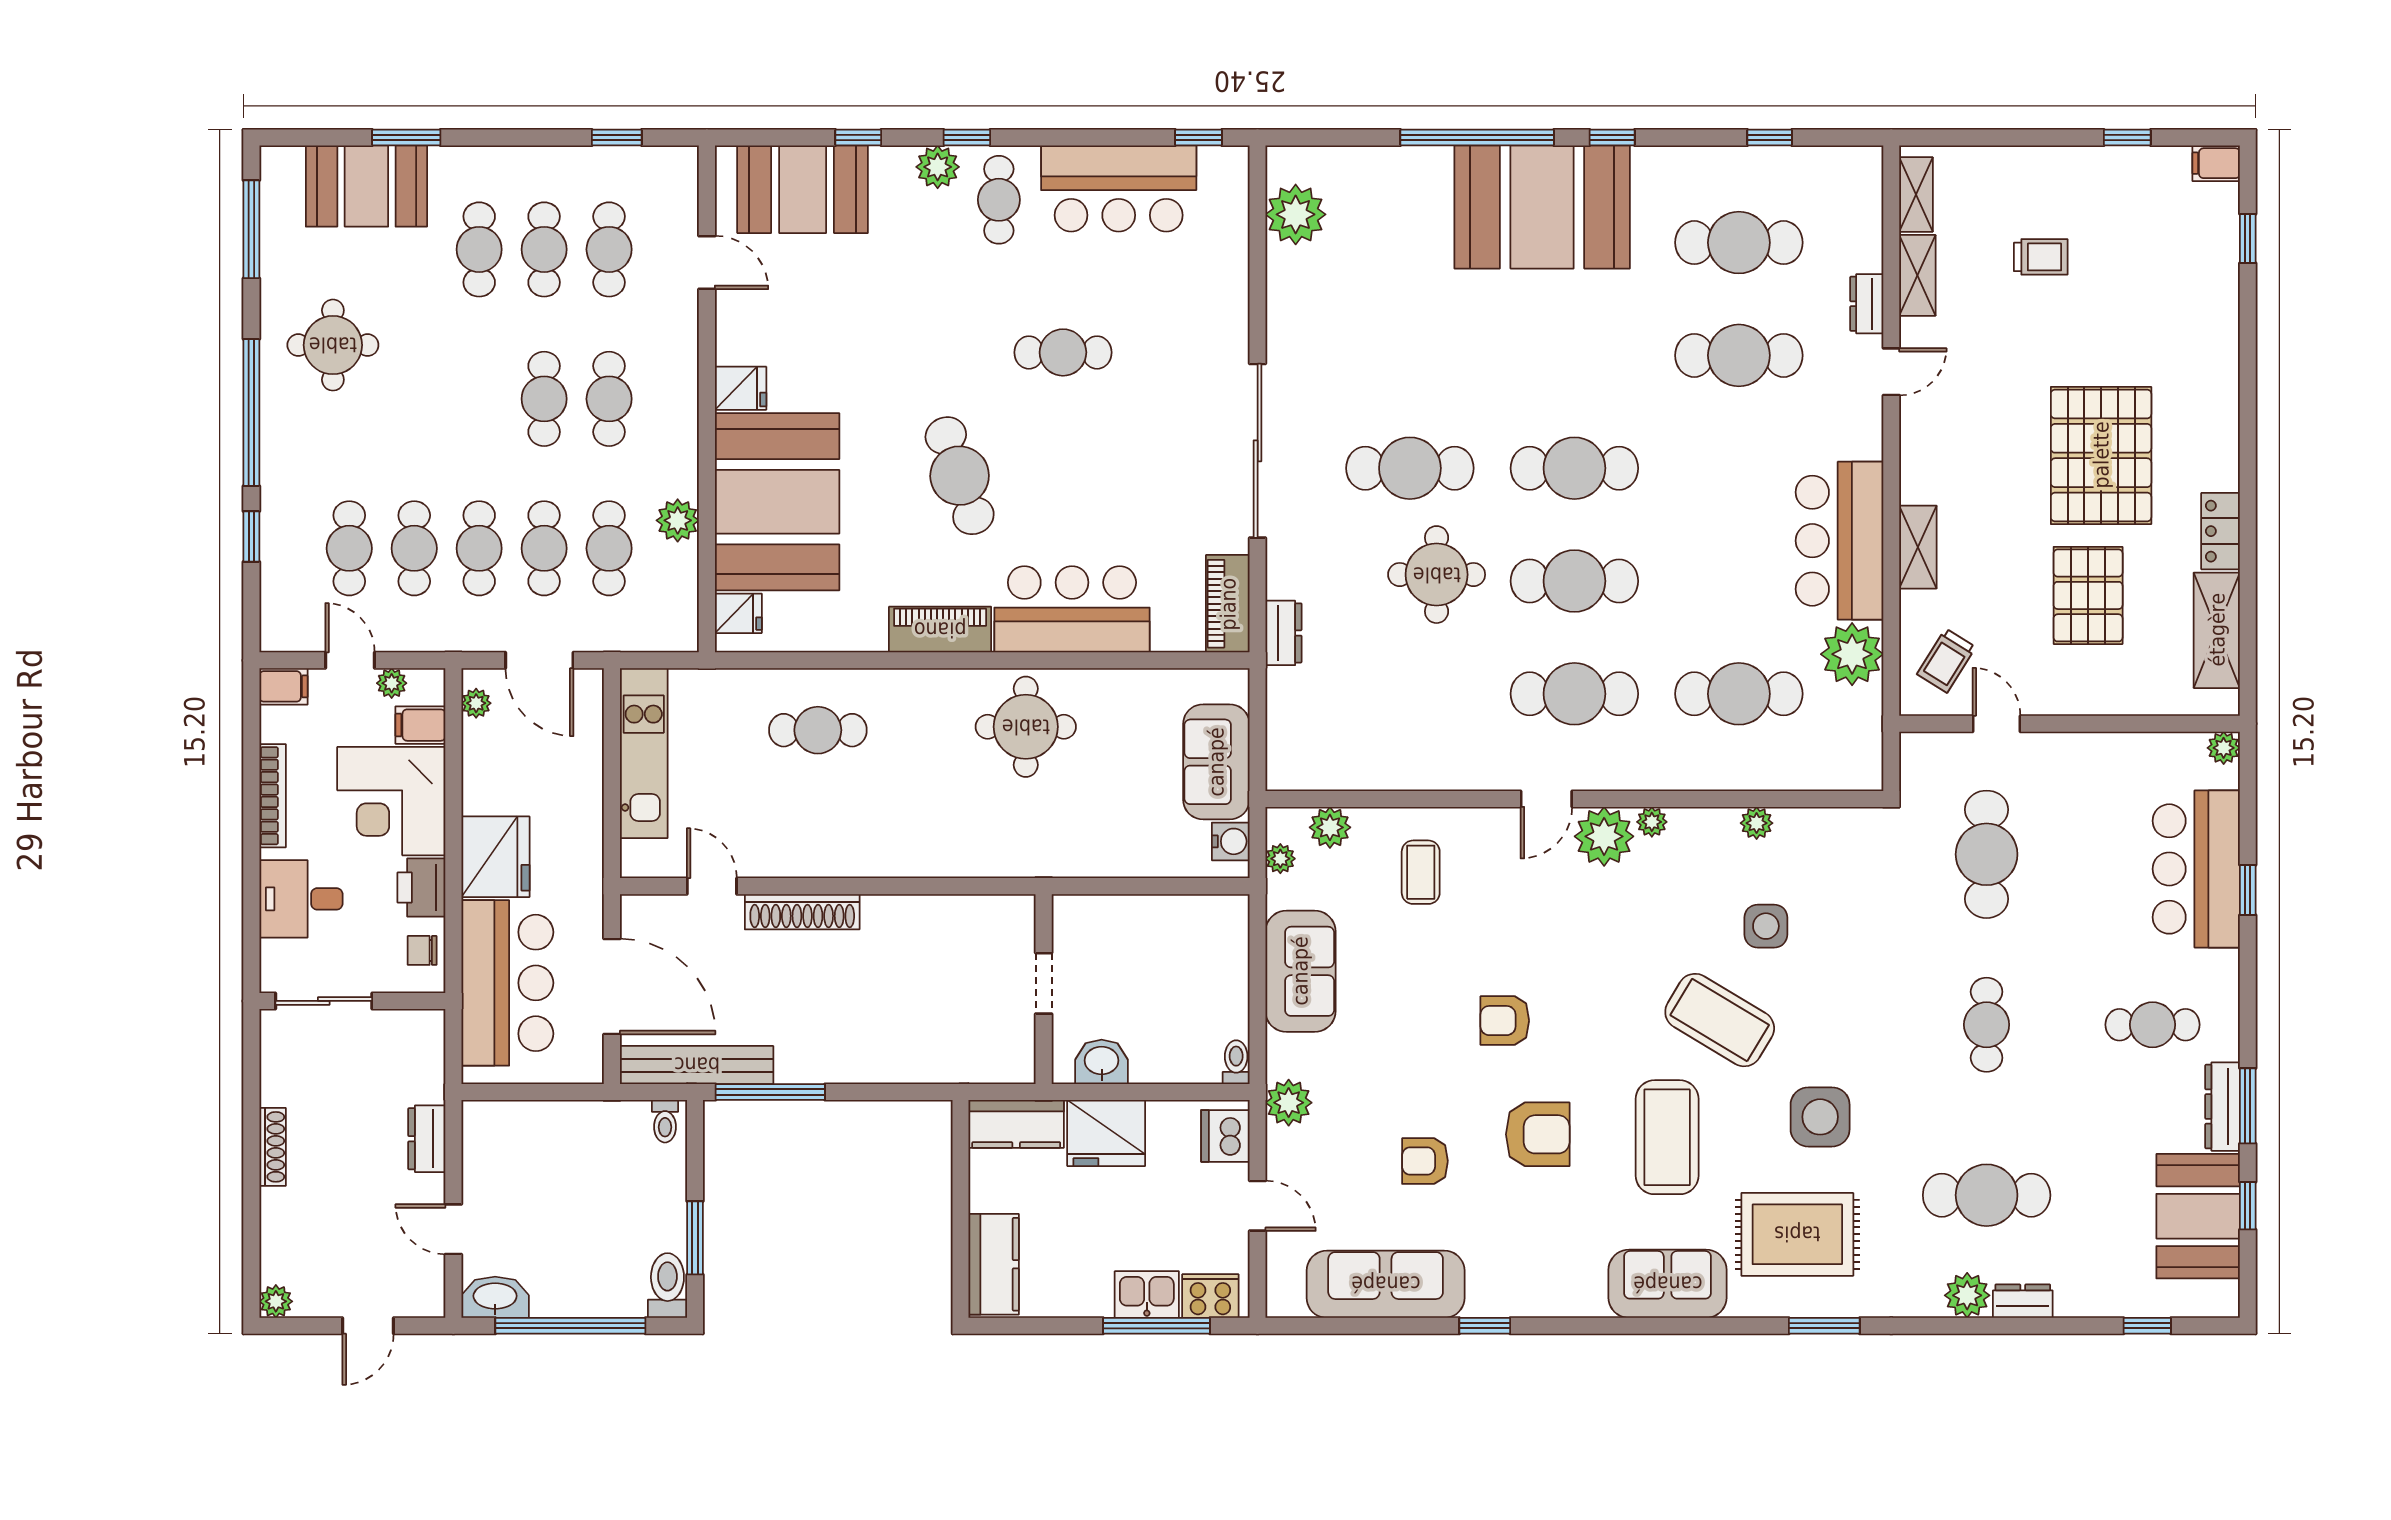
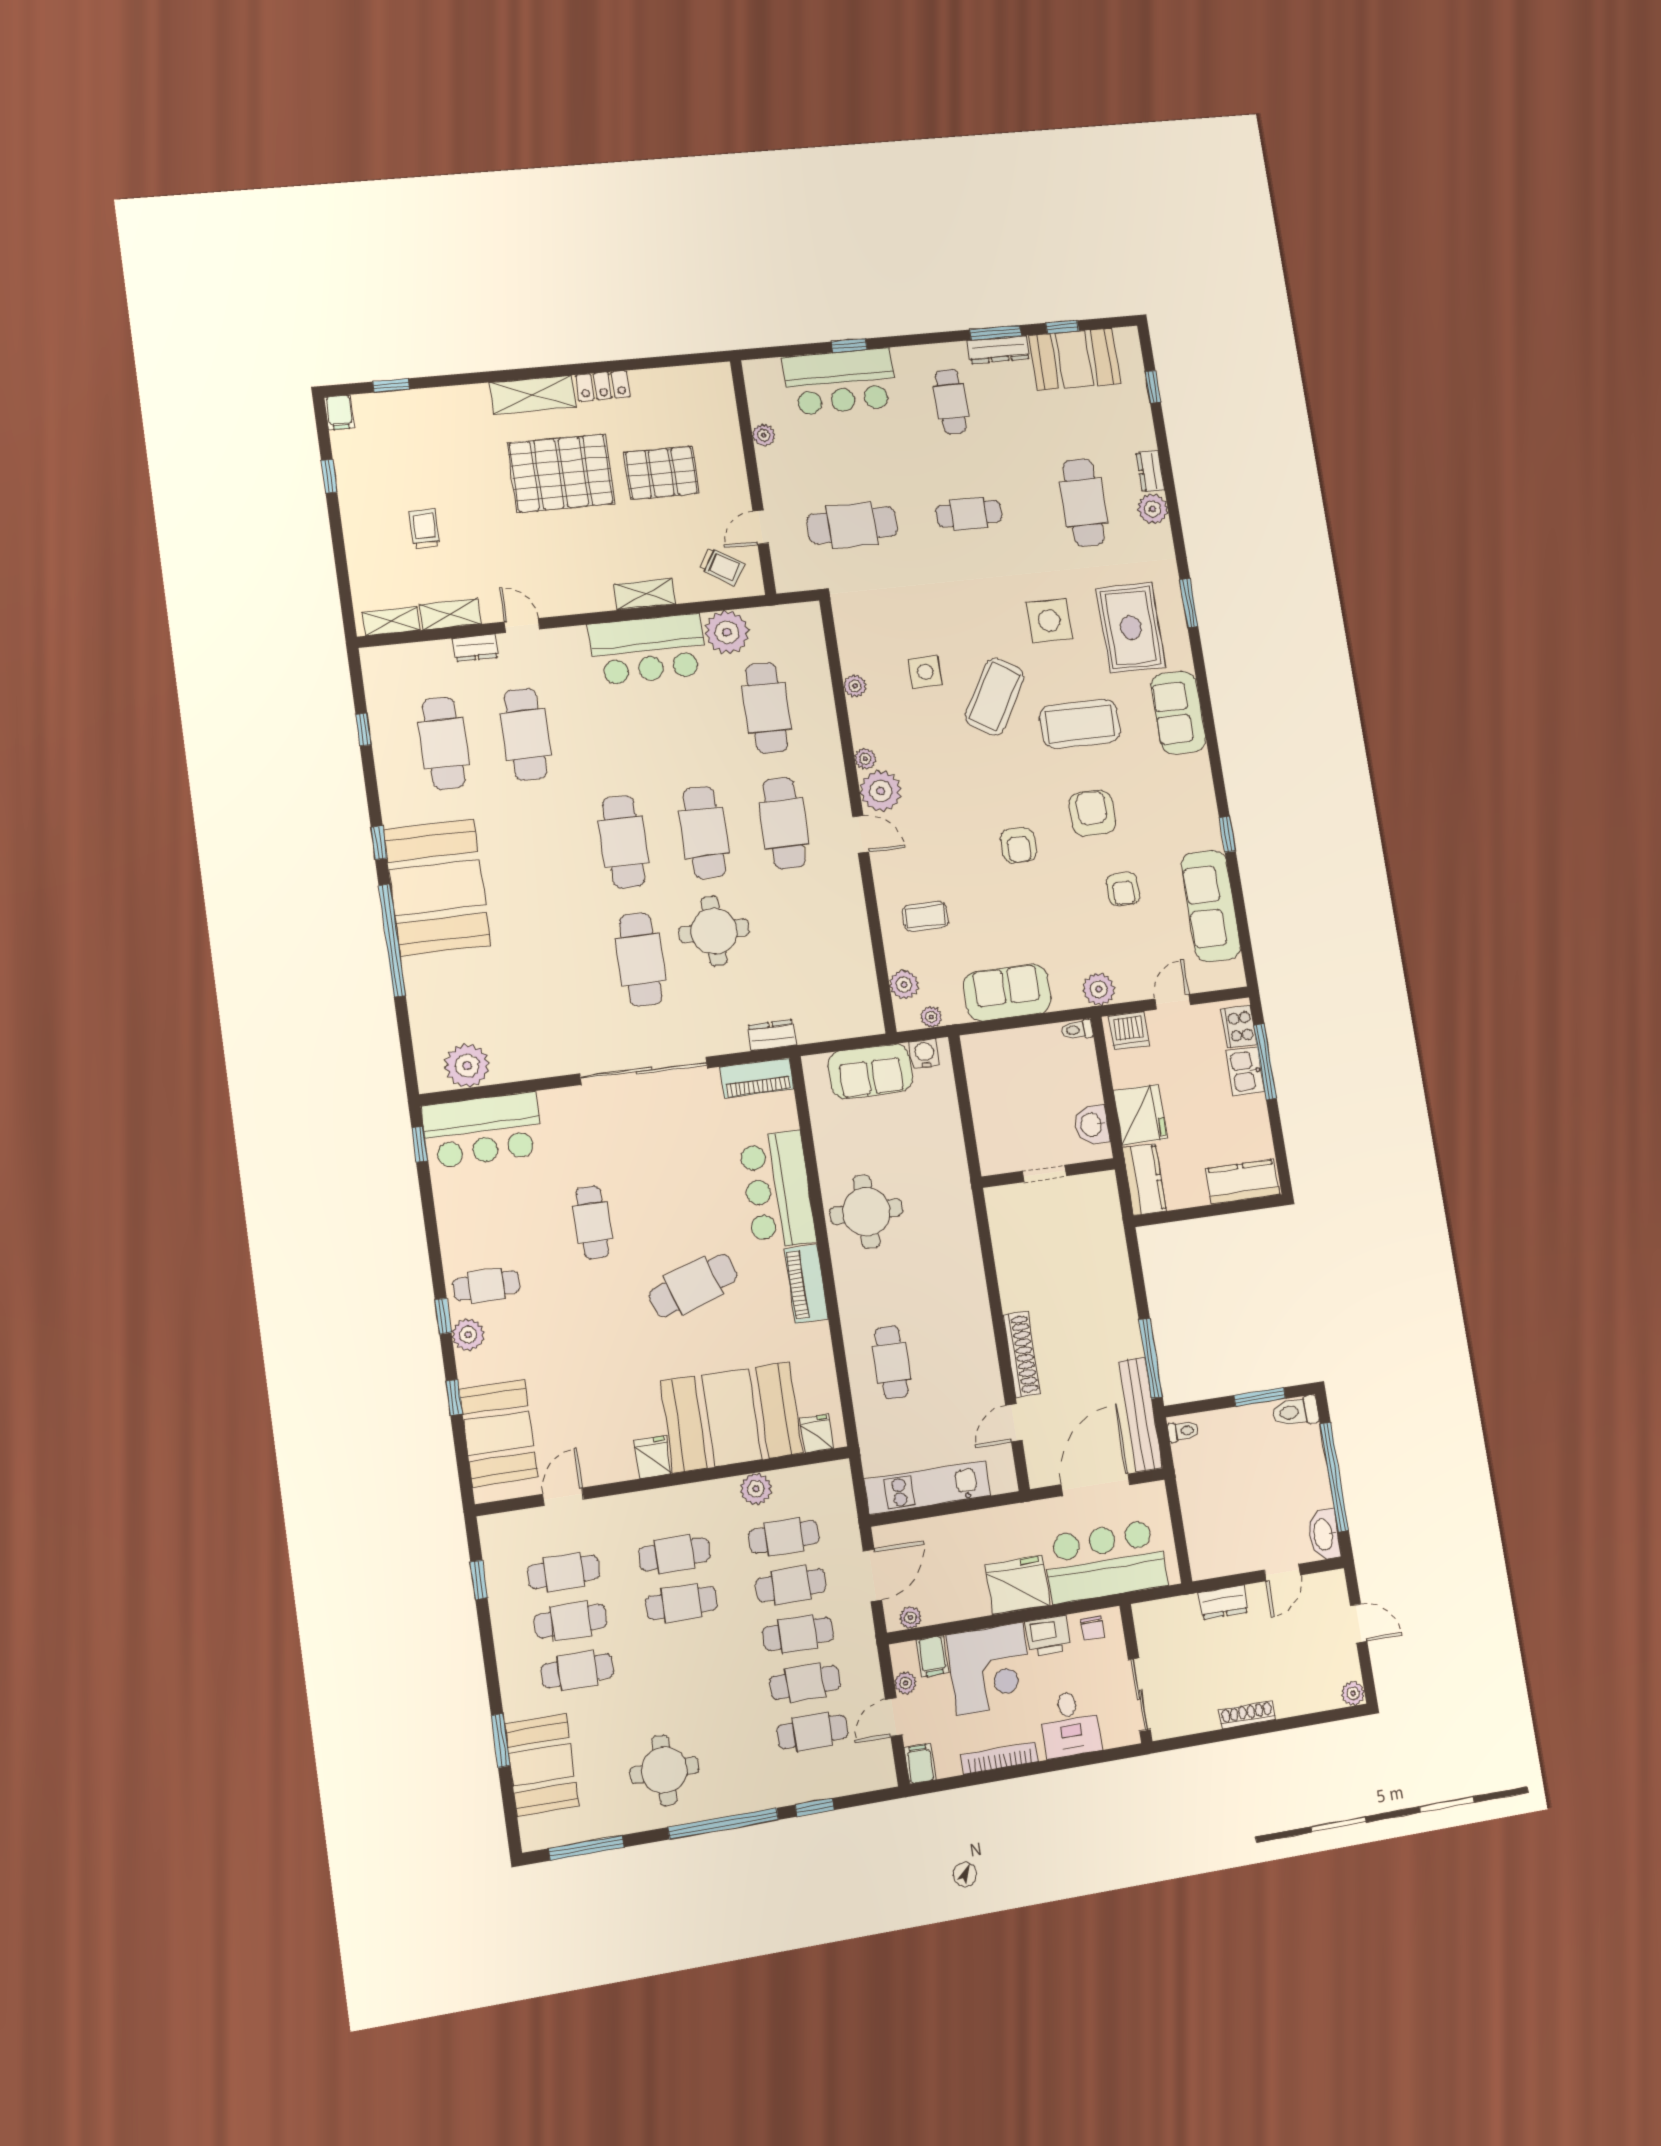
bar counter: (1119, 188) -> (482, 1130), moved, turned 90
shelving: (2217, 630) -> (533, 395), moved
plant: (2224, 748) -> (764, 435), moved

